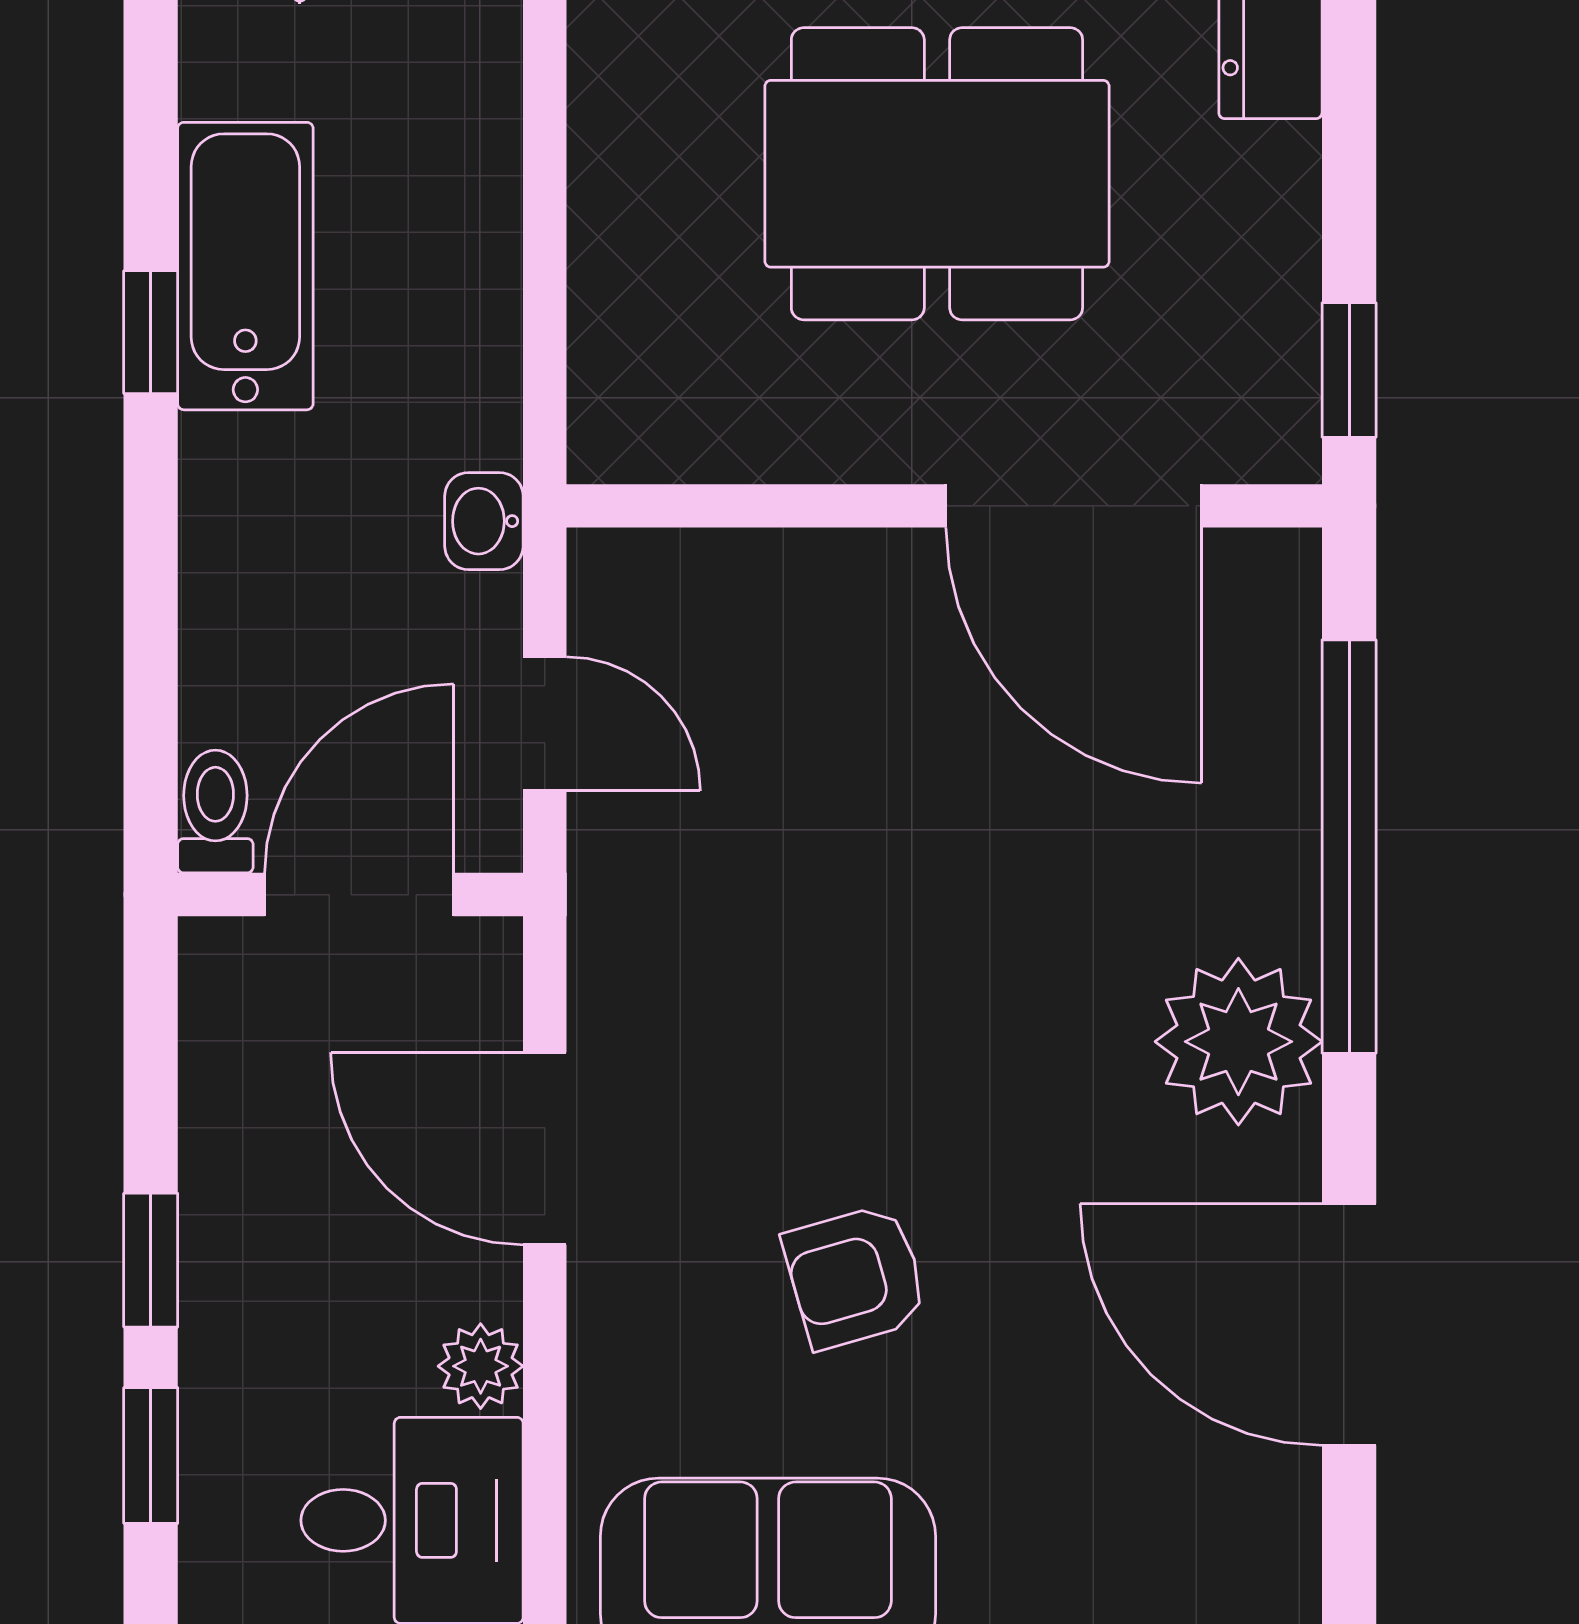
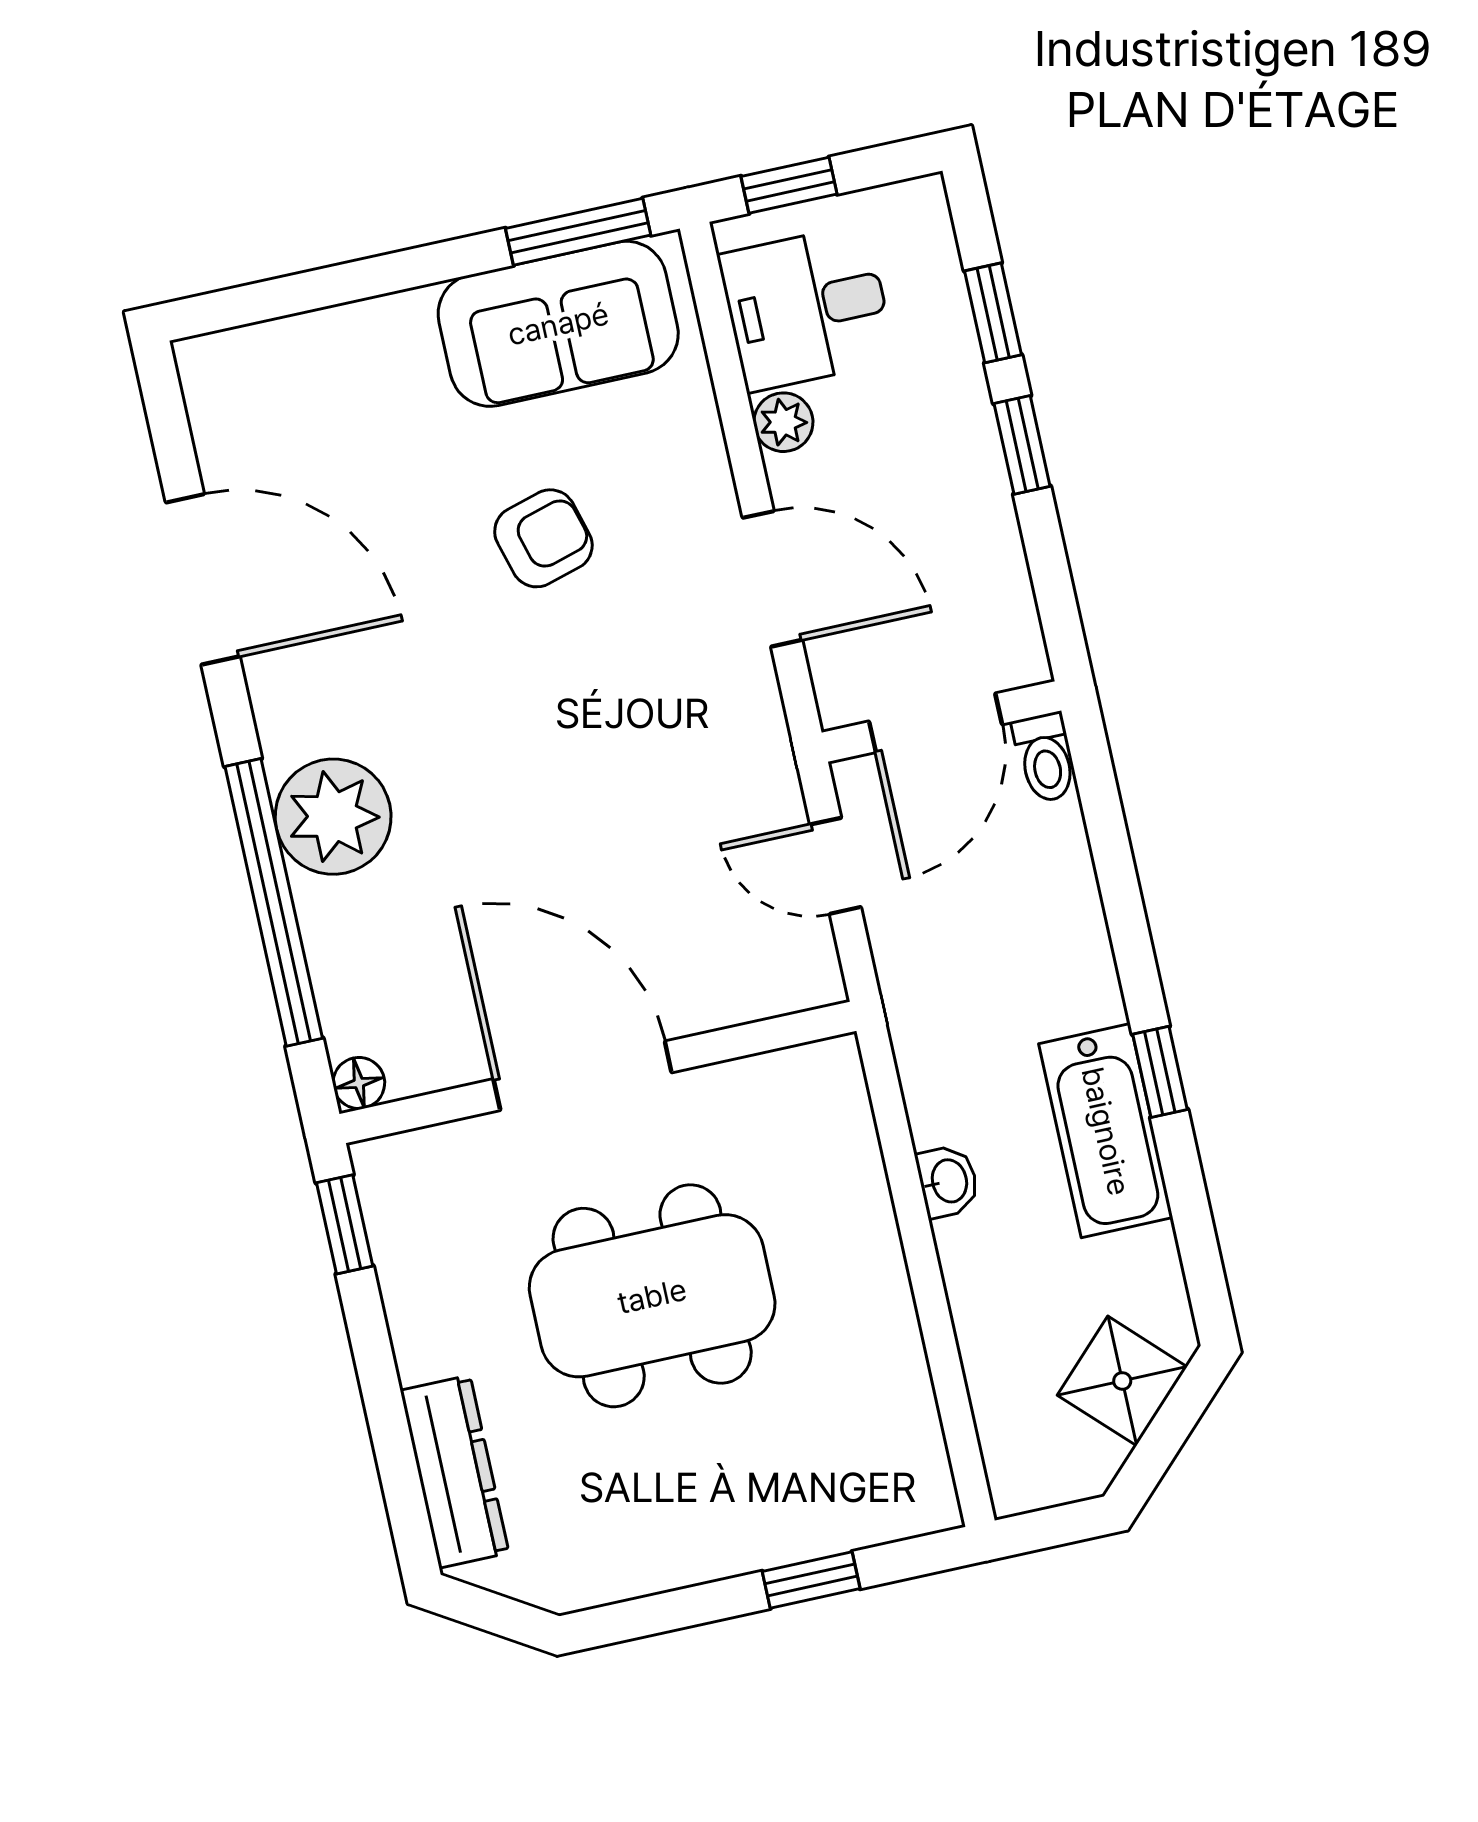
door: (1074, 506) -> (583, 1076), moved
washbasin: (484, 521) -> (948, 1181), moved
floor lamp: (1285, 565) -> (359, 1083), added
plant: (1238, 1042) -> (333, 817), moved

